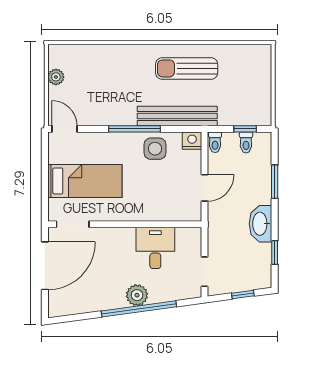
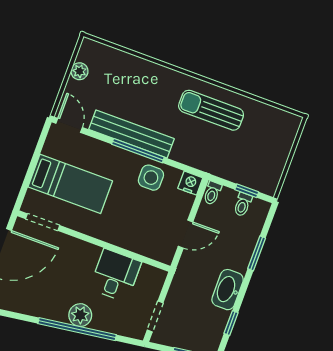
bench: (177, 116) -> (132, 134), moved

